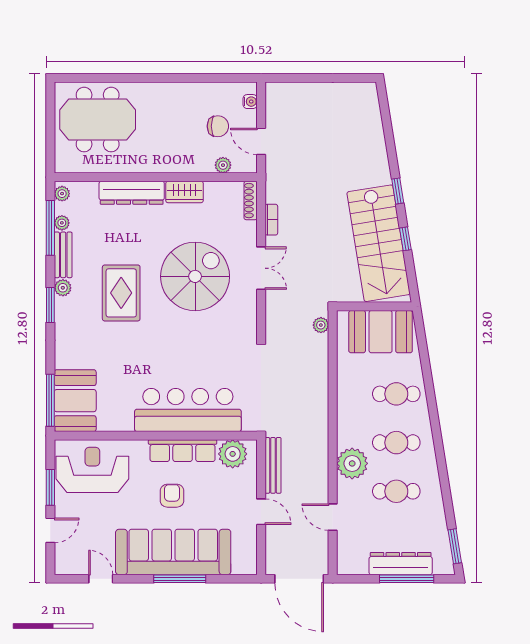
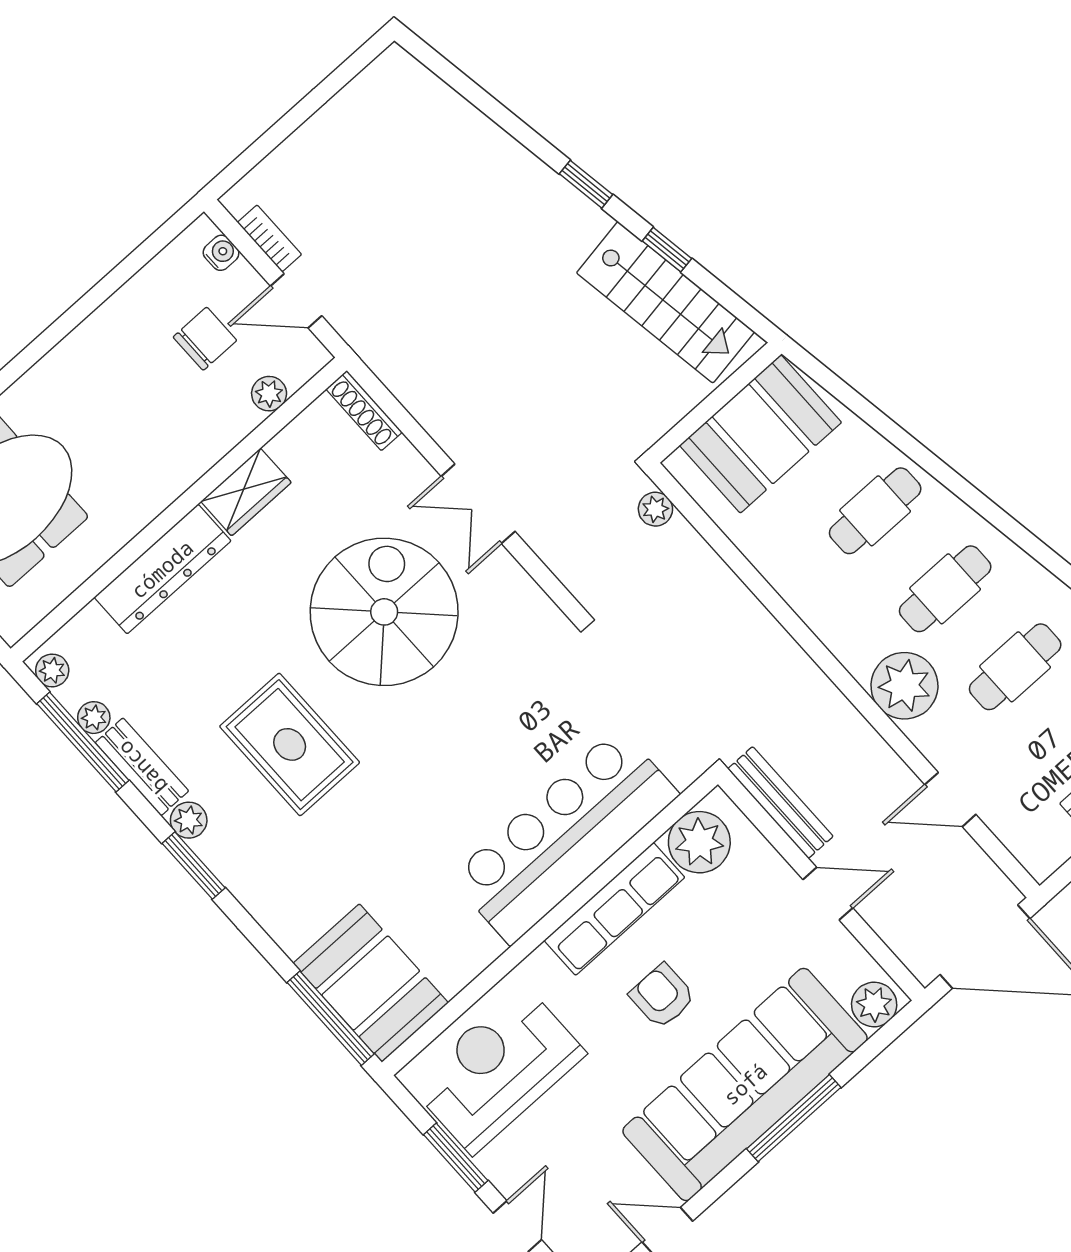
bookcase: (271, 220) -> (269, 238), moved
stairs: (379, 243) -> (666, 302), width x0.73, depth x0.66
double door: (261, 268) -> (478, 504), swing flipped
plant: (243, 564) -> (874, 1004), added

